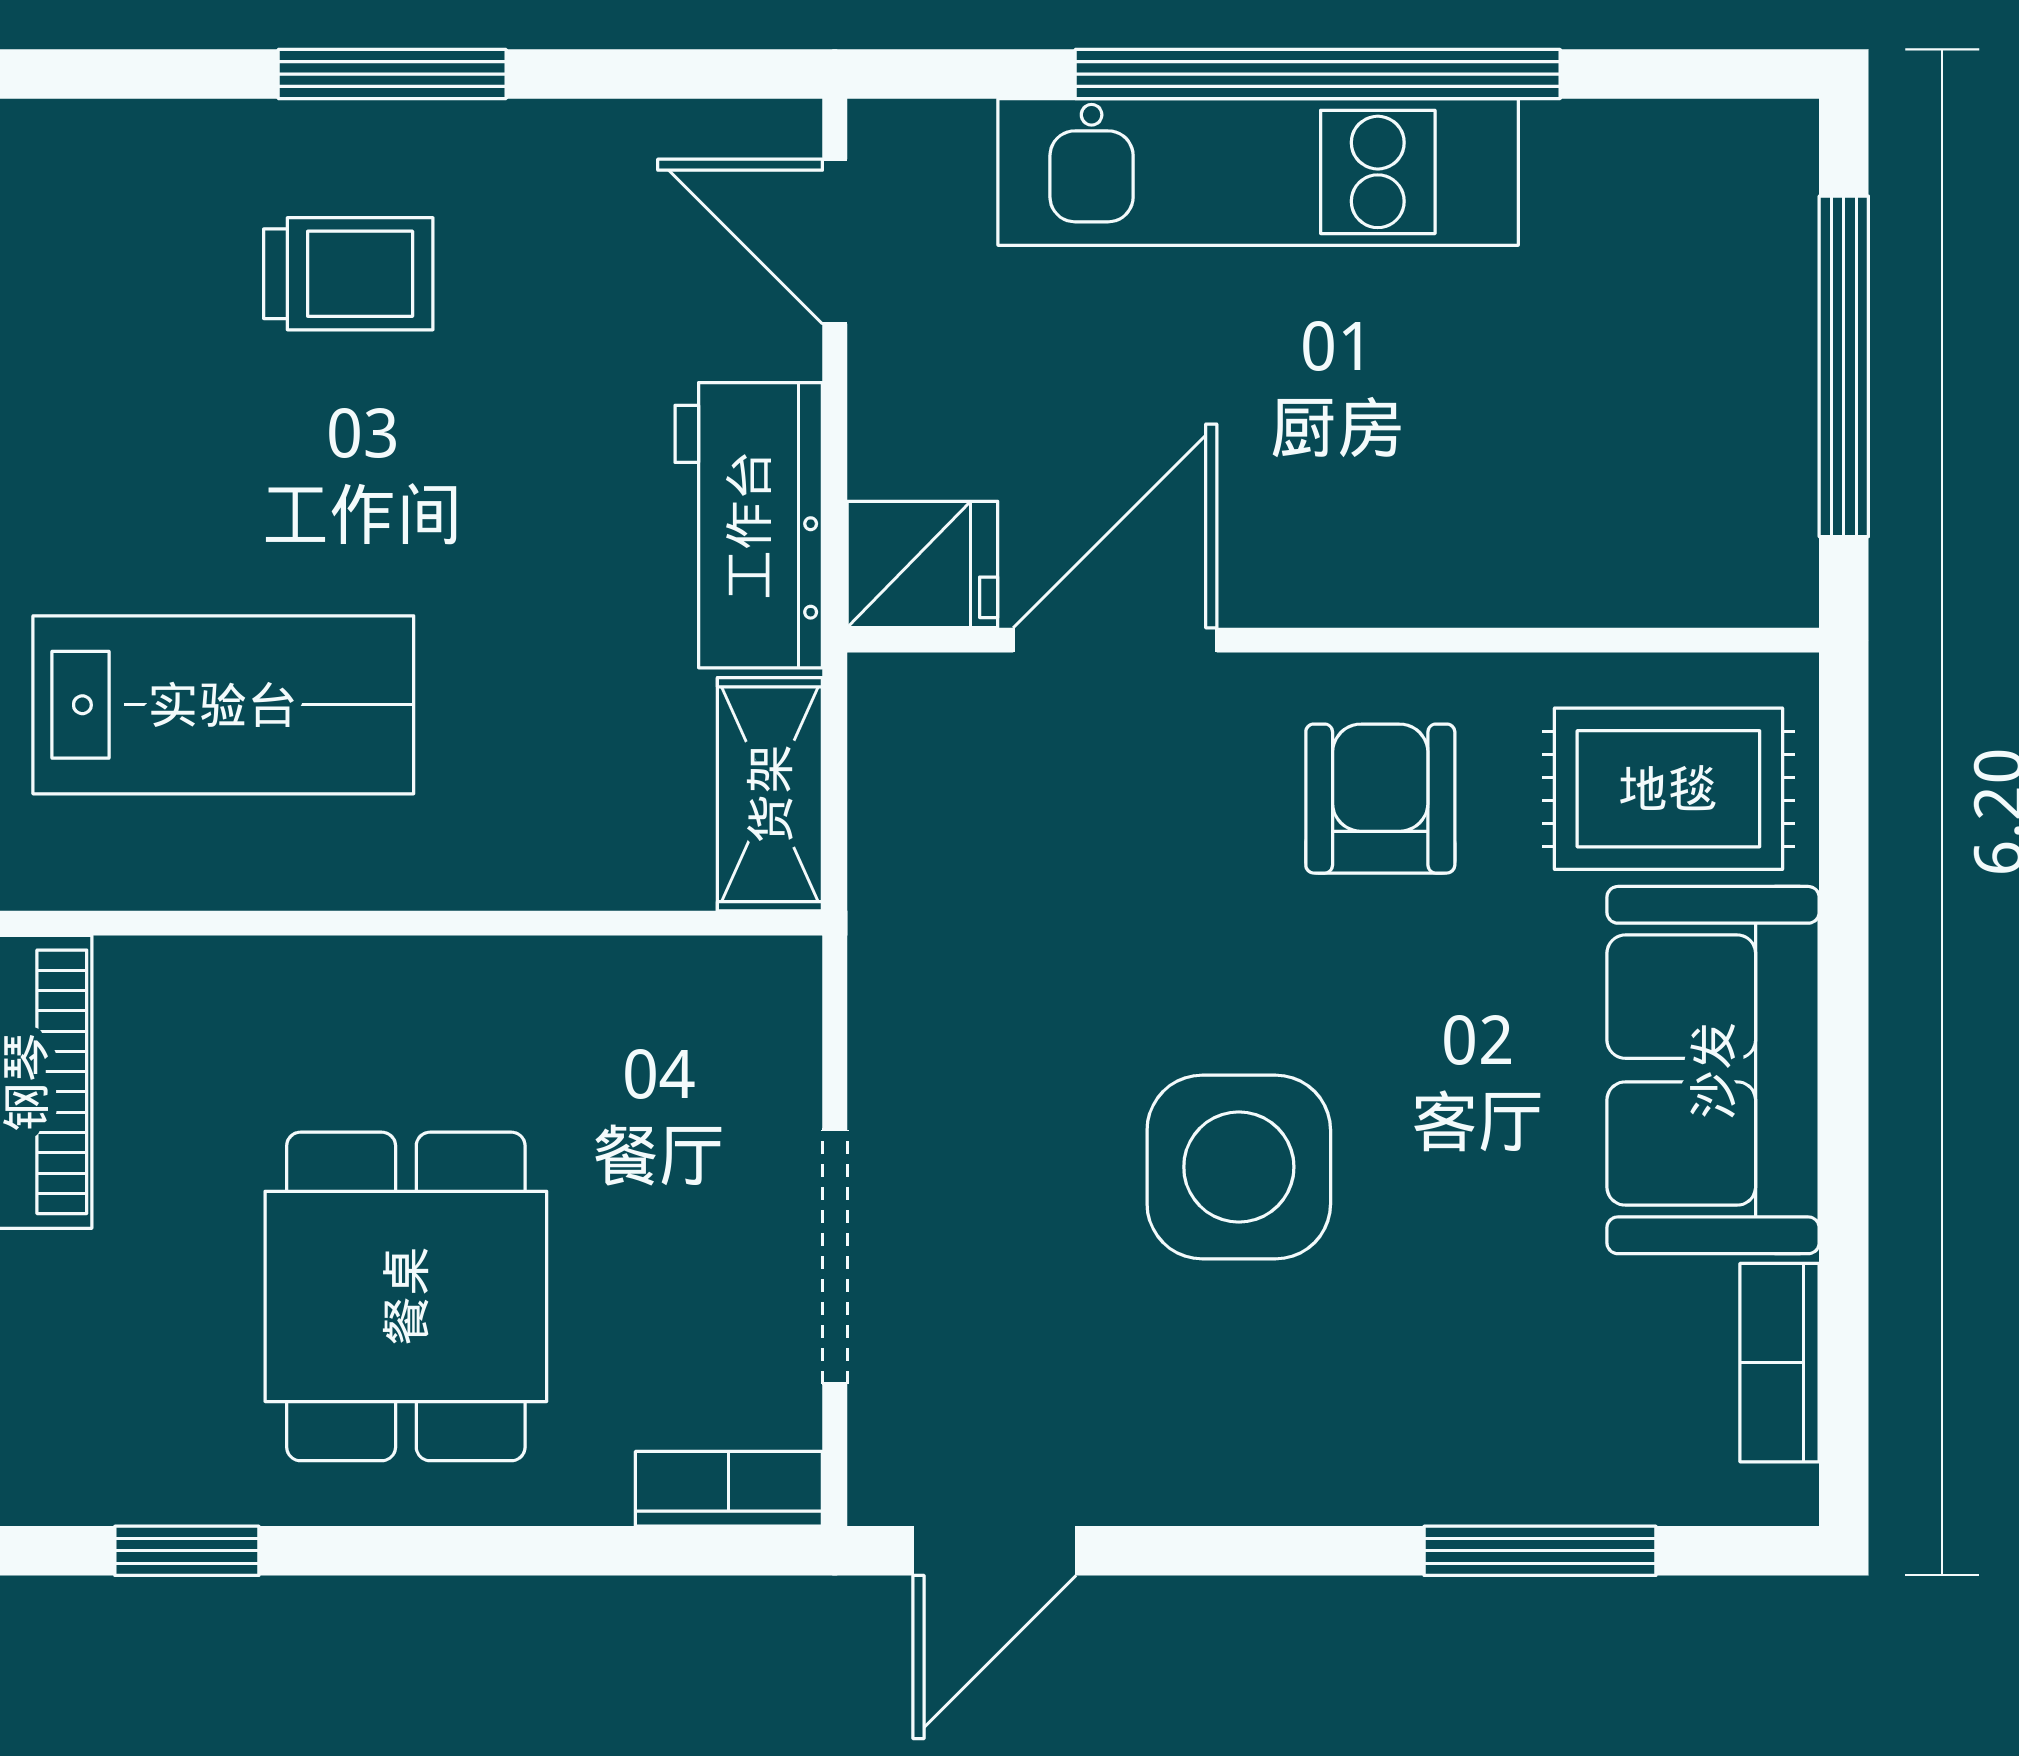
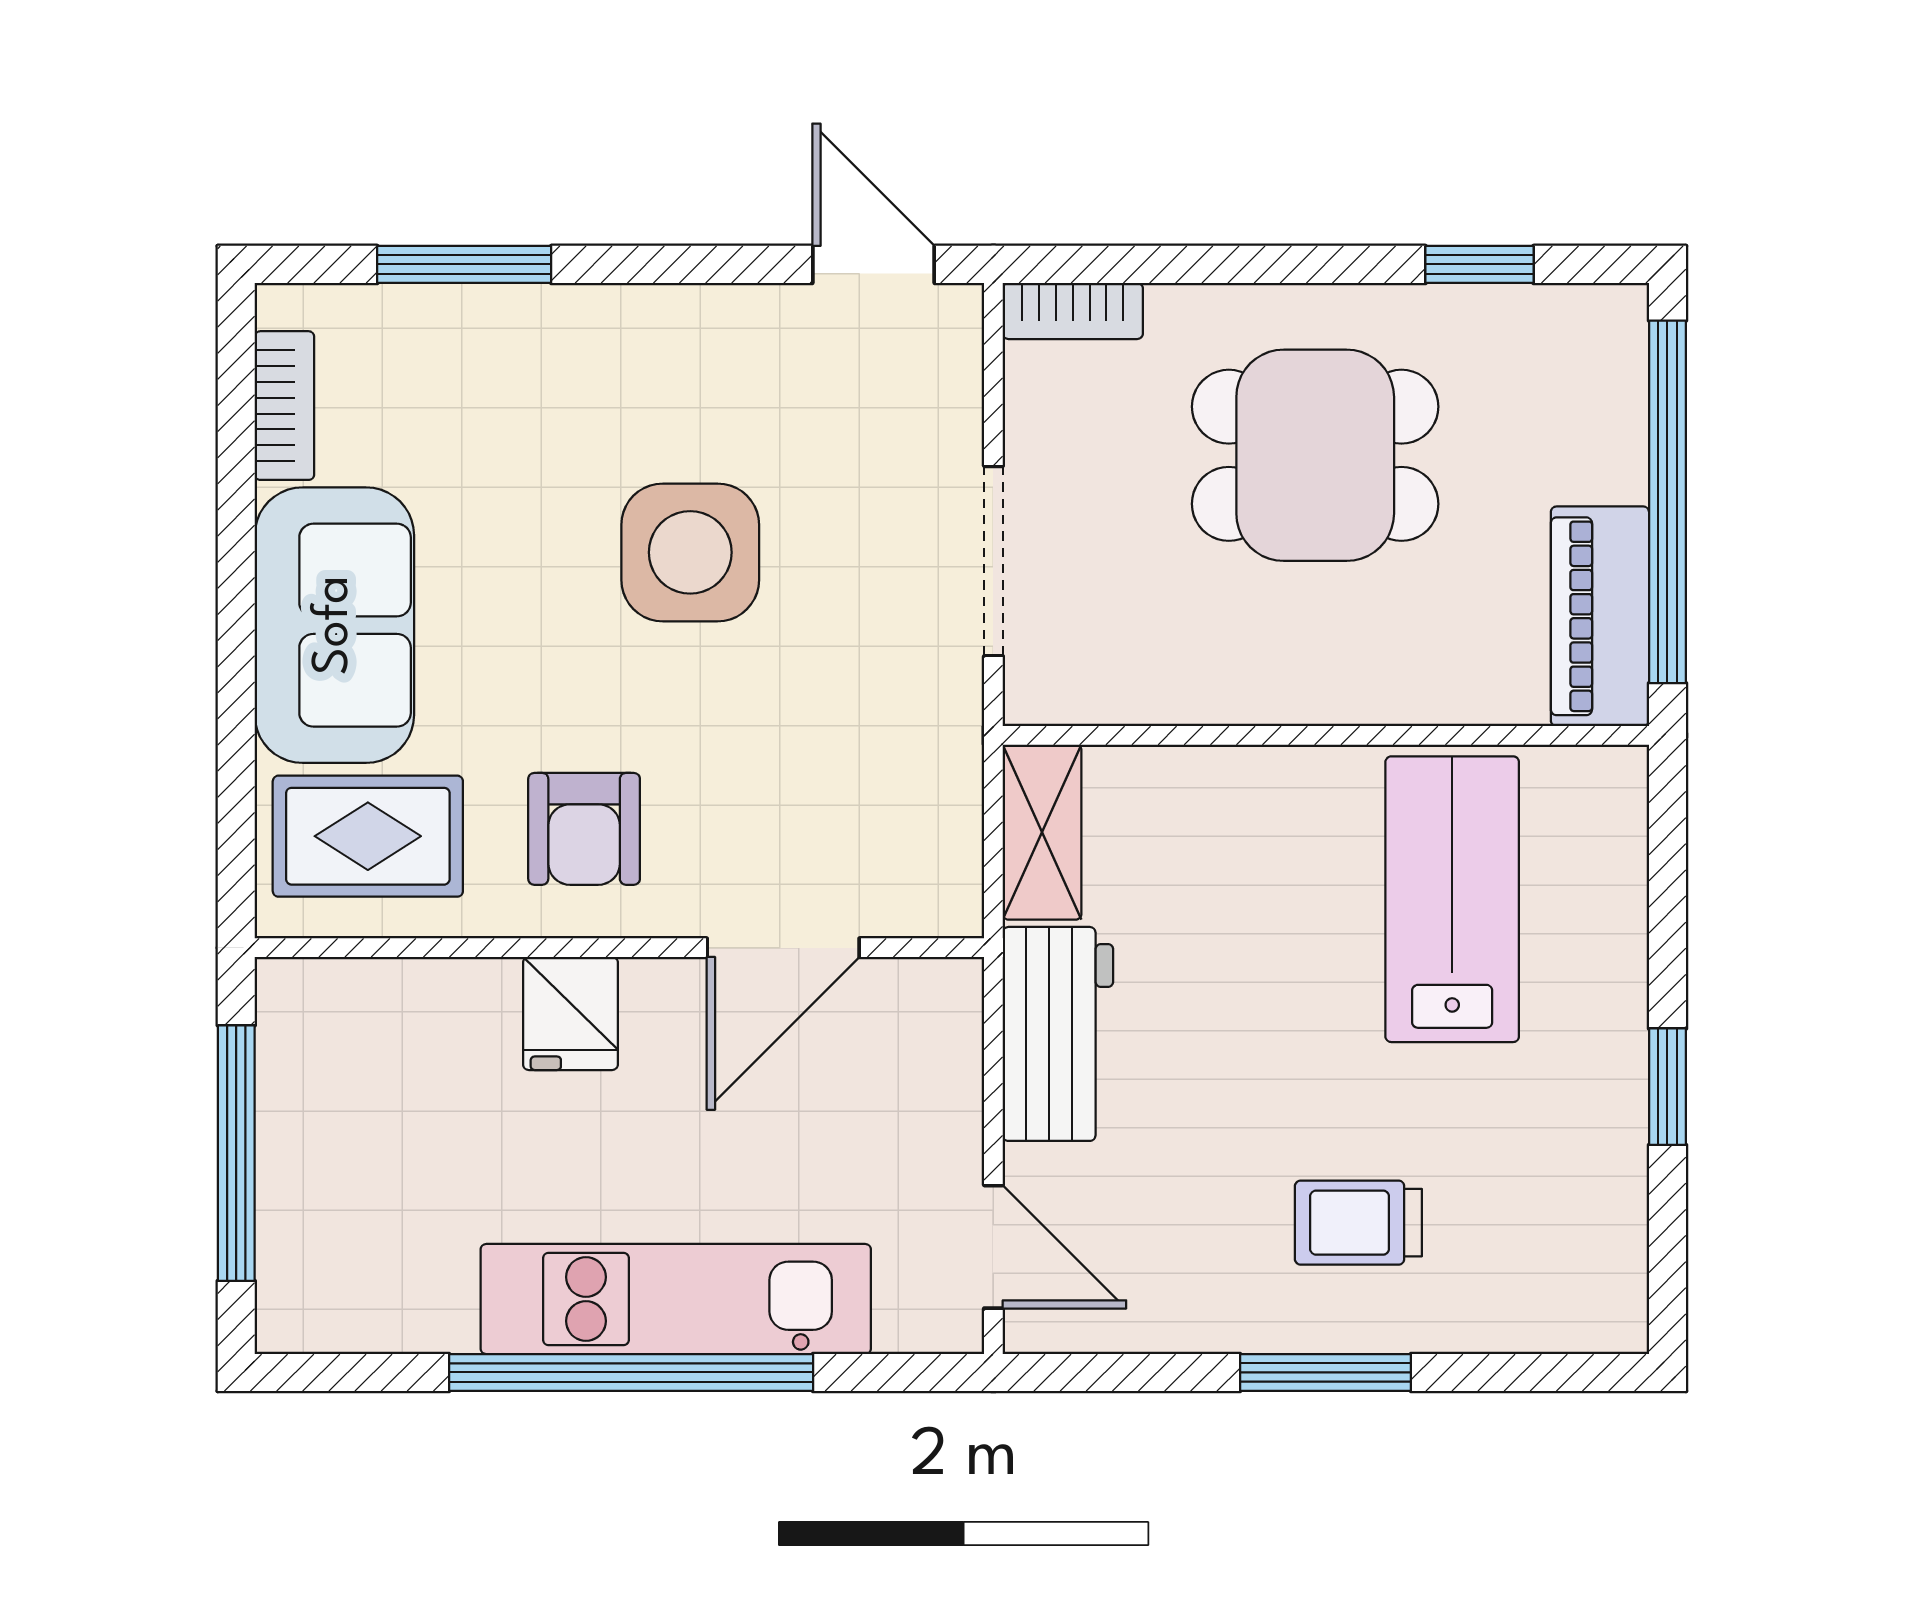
fridge: (922, 564) -> (570, 1013), moved, turned -90
lab bench: (223, 705) -> (1452, 899), turned 90
doorway: (835, 1257) -> (993, 561), moved
dining table: (406, 1296) -> (1315, 455), turned 90
door: (995, 1551) -> (873, 264), hinge flipped

